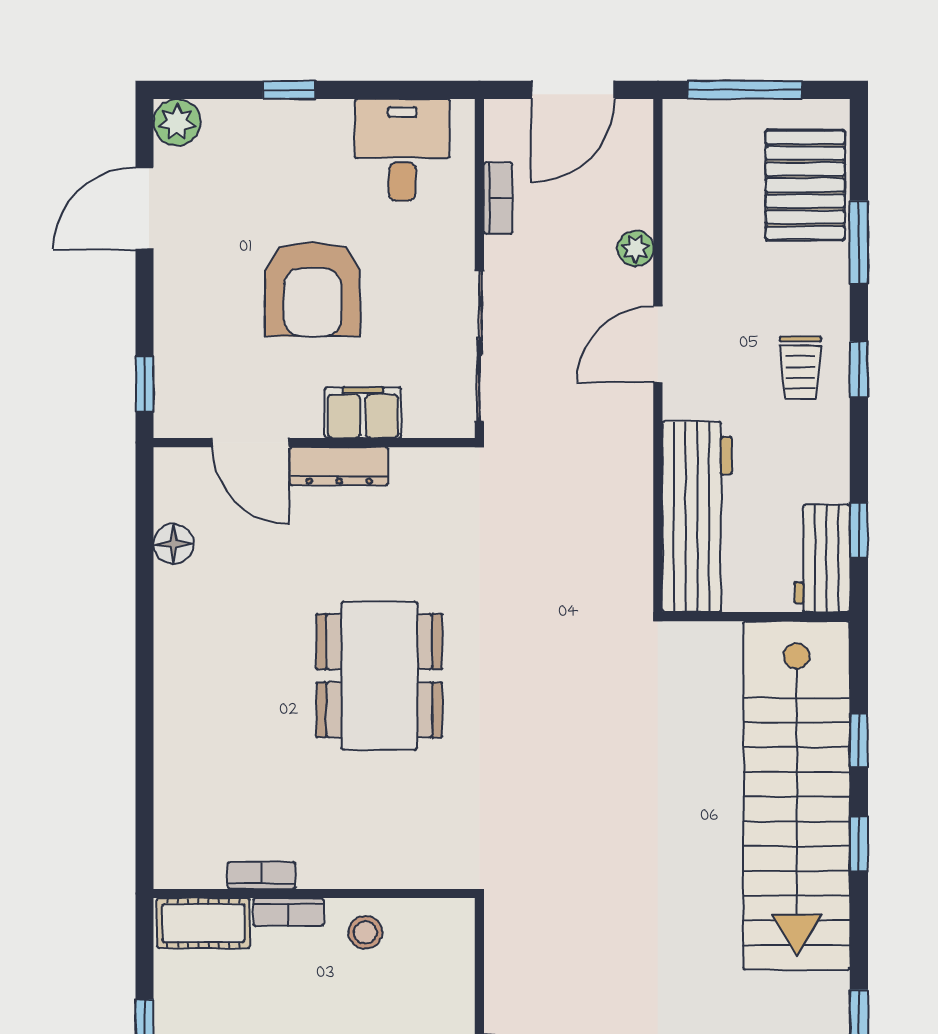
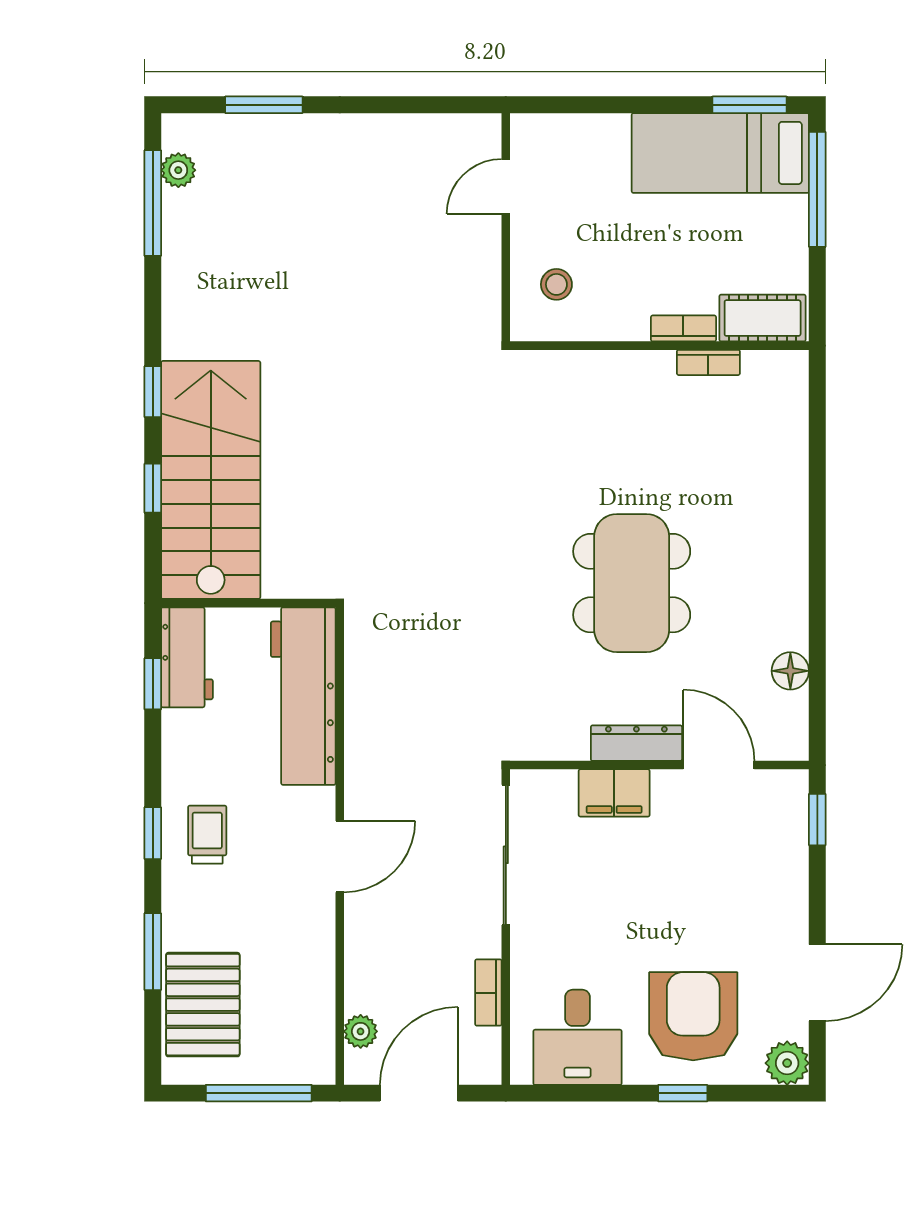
plant: (636, 248) -> (361, 1031), moved
armchair: (313, 289) -> (693, 1016), moved
dining table: (379, 676) -> (632, 583), moved
stairs: (797, 796) -> (211, 480), width x0.73
stool: (365, 932) -> (556, 284), moved

